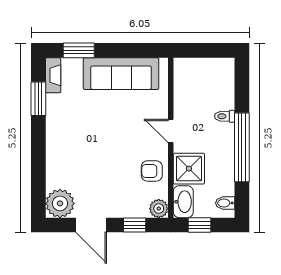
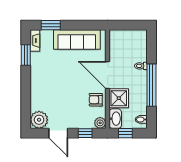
door: (171, 131) -> (108, 75), width x1.88

